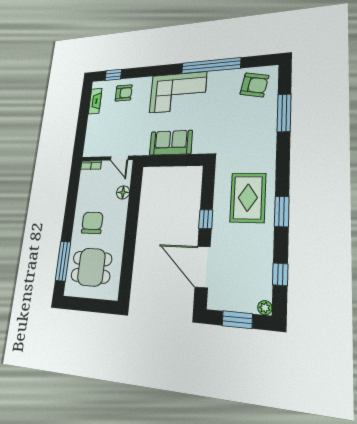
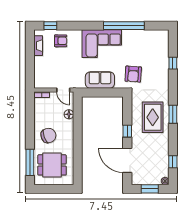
armchair: (254, 85) -> (133, 74), moved, turned 82
window: (284, 113) -> (173, 63), width x0.46
window: (282, 212) -> (173, 114), moved
chair: (92, 223) -> (48, 136), turned 70

